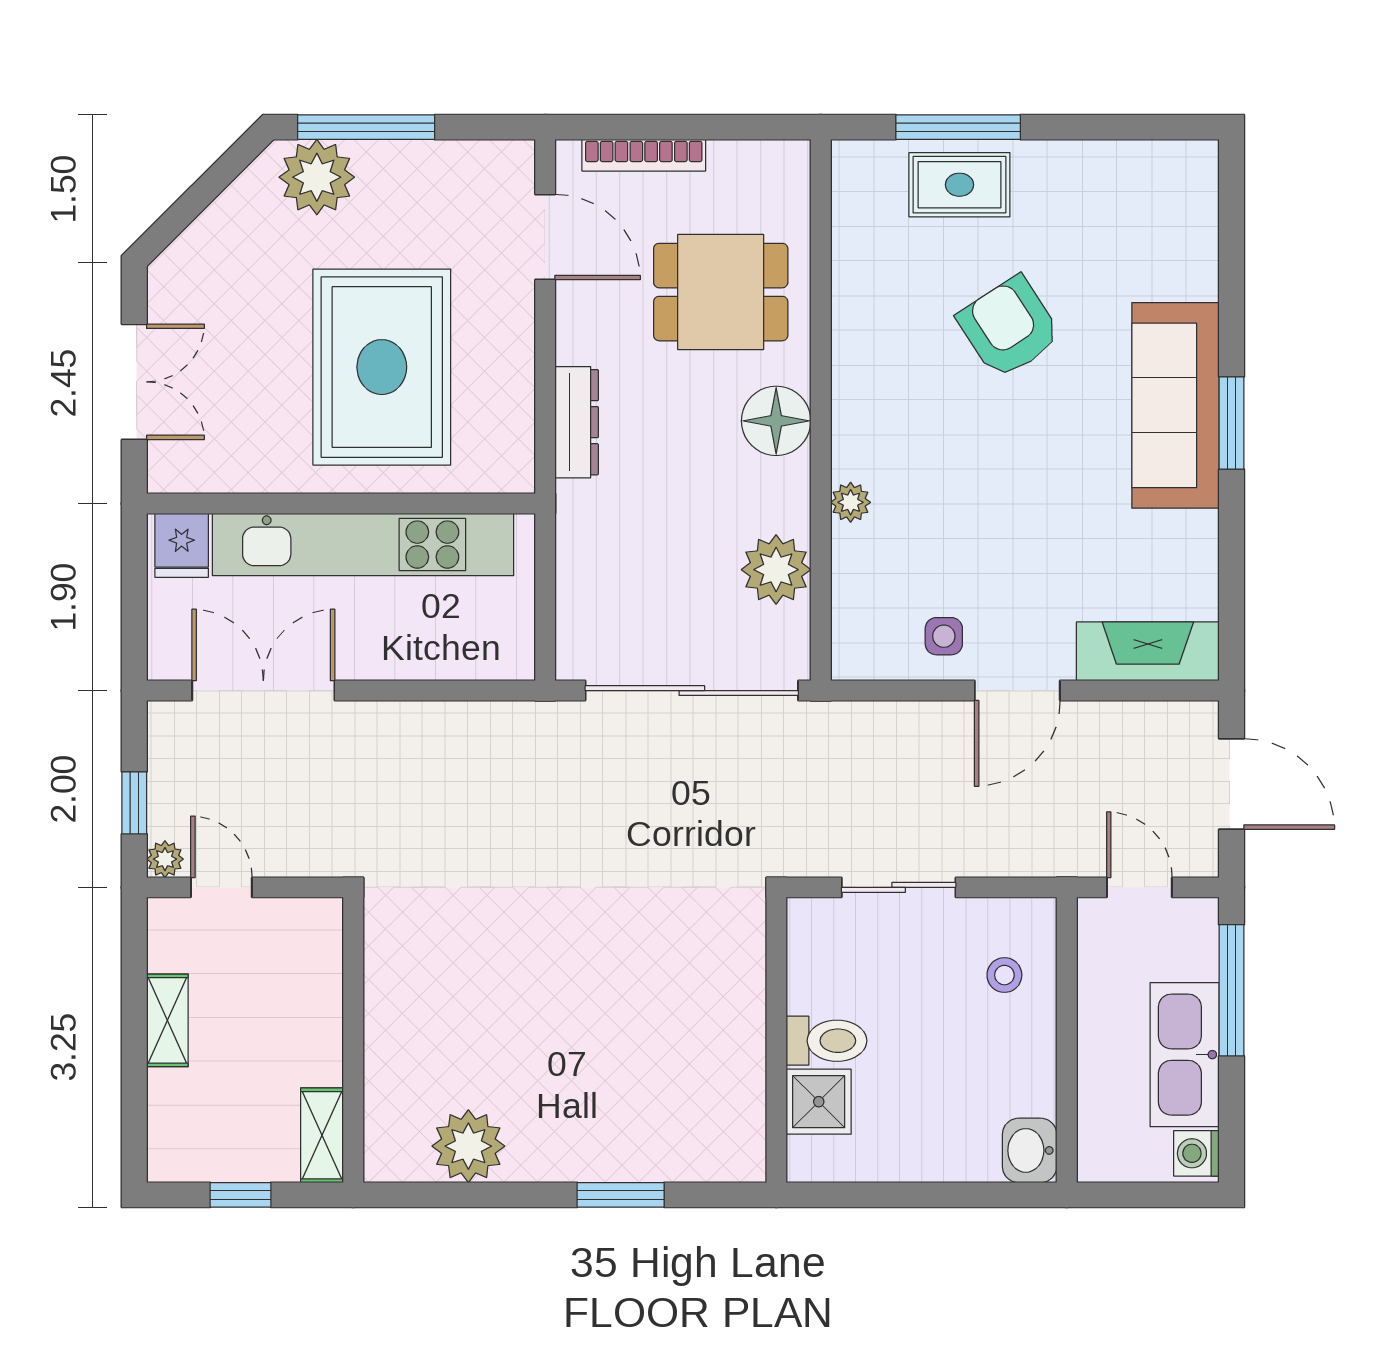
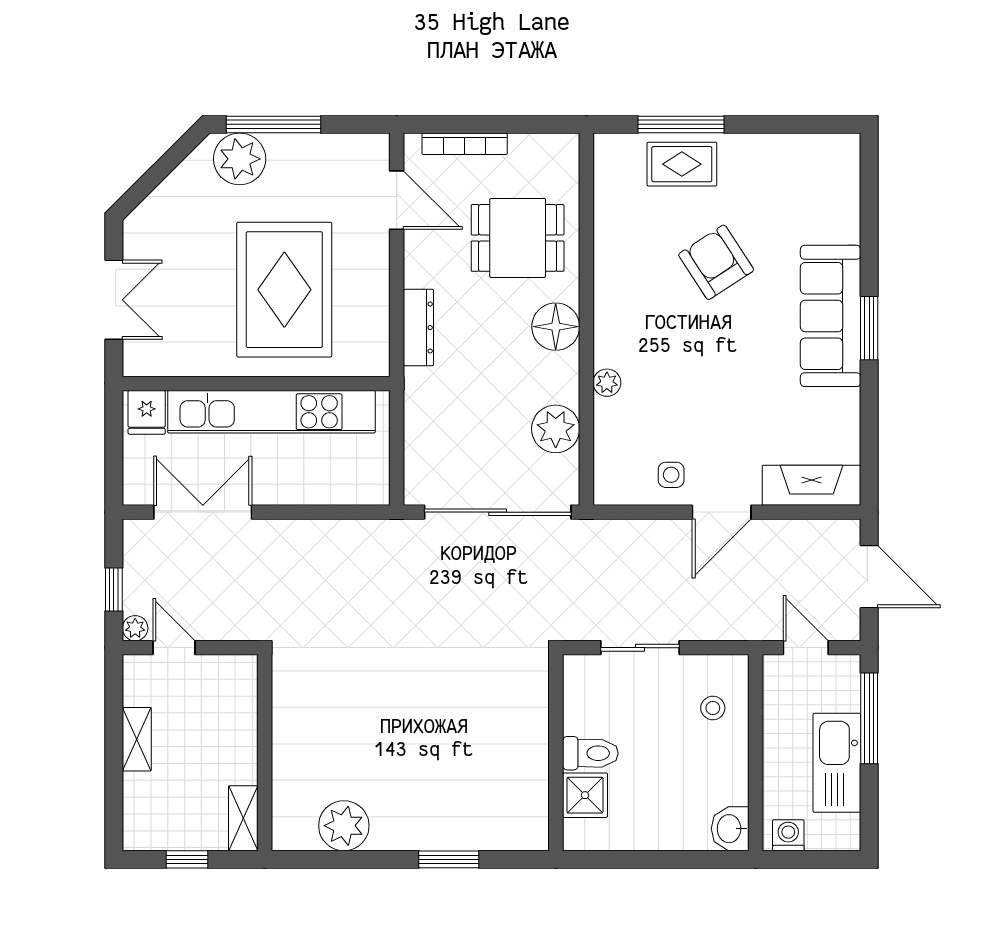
washing machine: (1196, 1153) -> (788, 835), moved, turned 90

